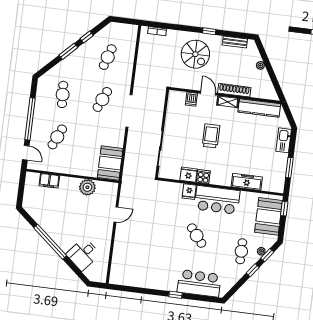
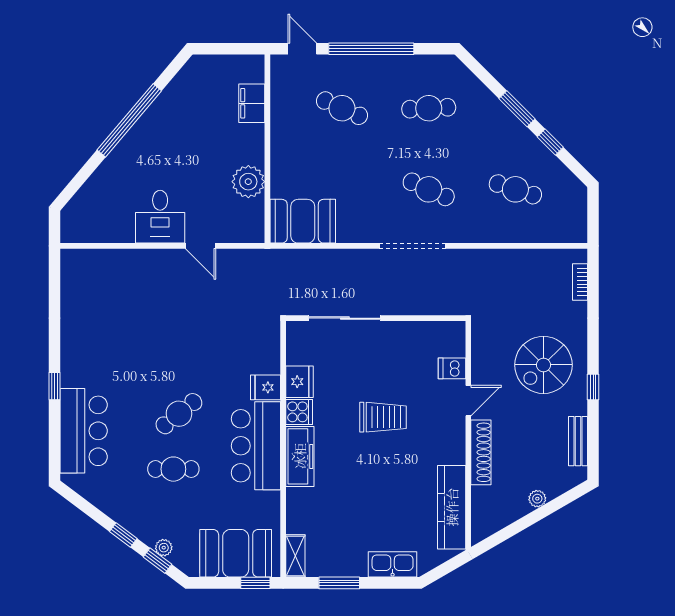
shelving: (228, 102) -> (295, 556), moved
door: (26, 153) -> (302, 49), swing flipped
freezer: (247, 182) -> (300, 456), moved
cafe table: (241, 251) -> (173, 469), moved
desk: (83, 254) -> (160, 217), moved, turned -130

